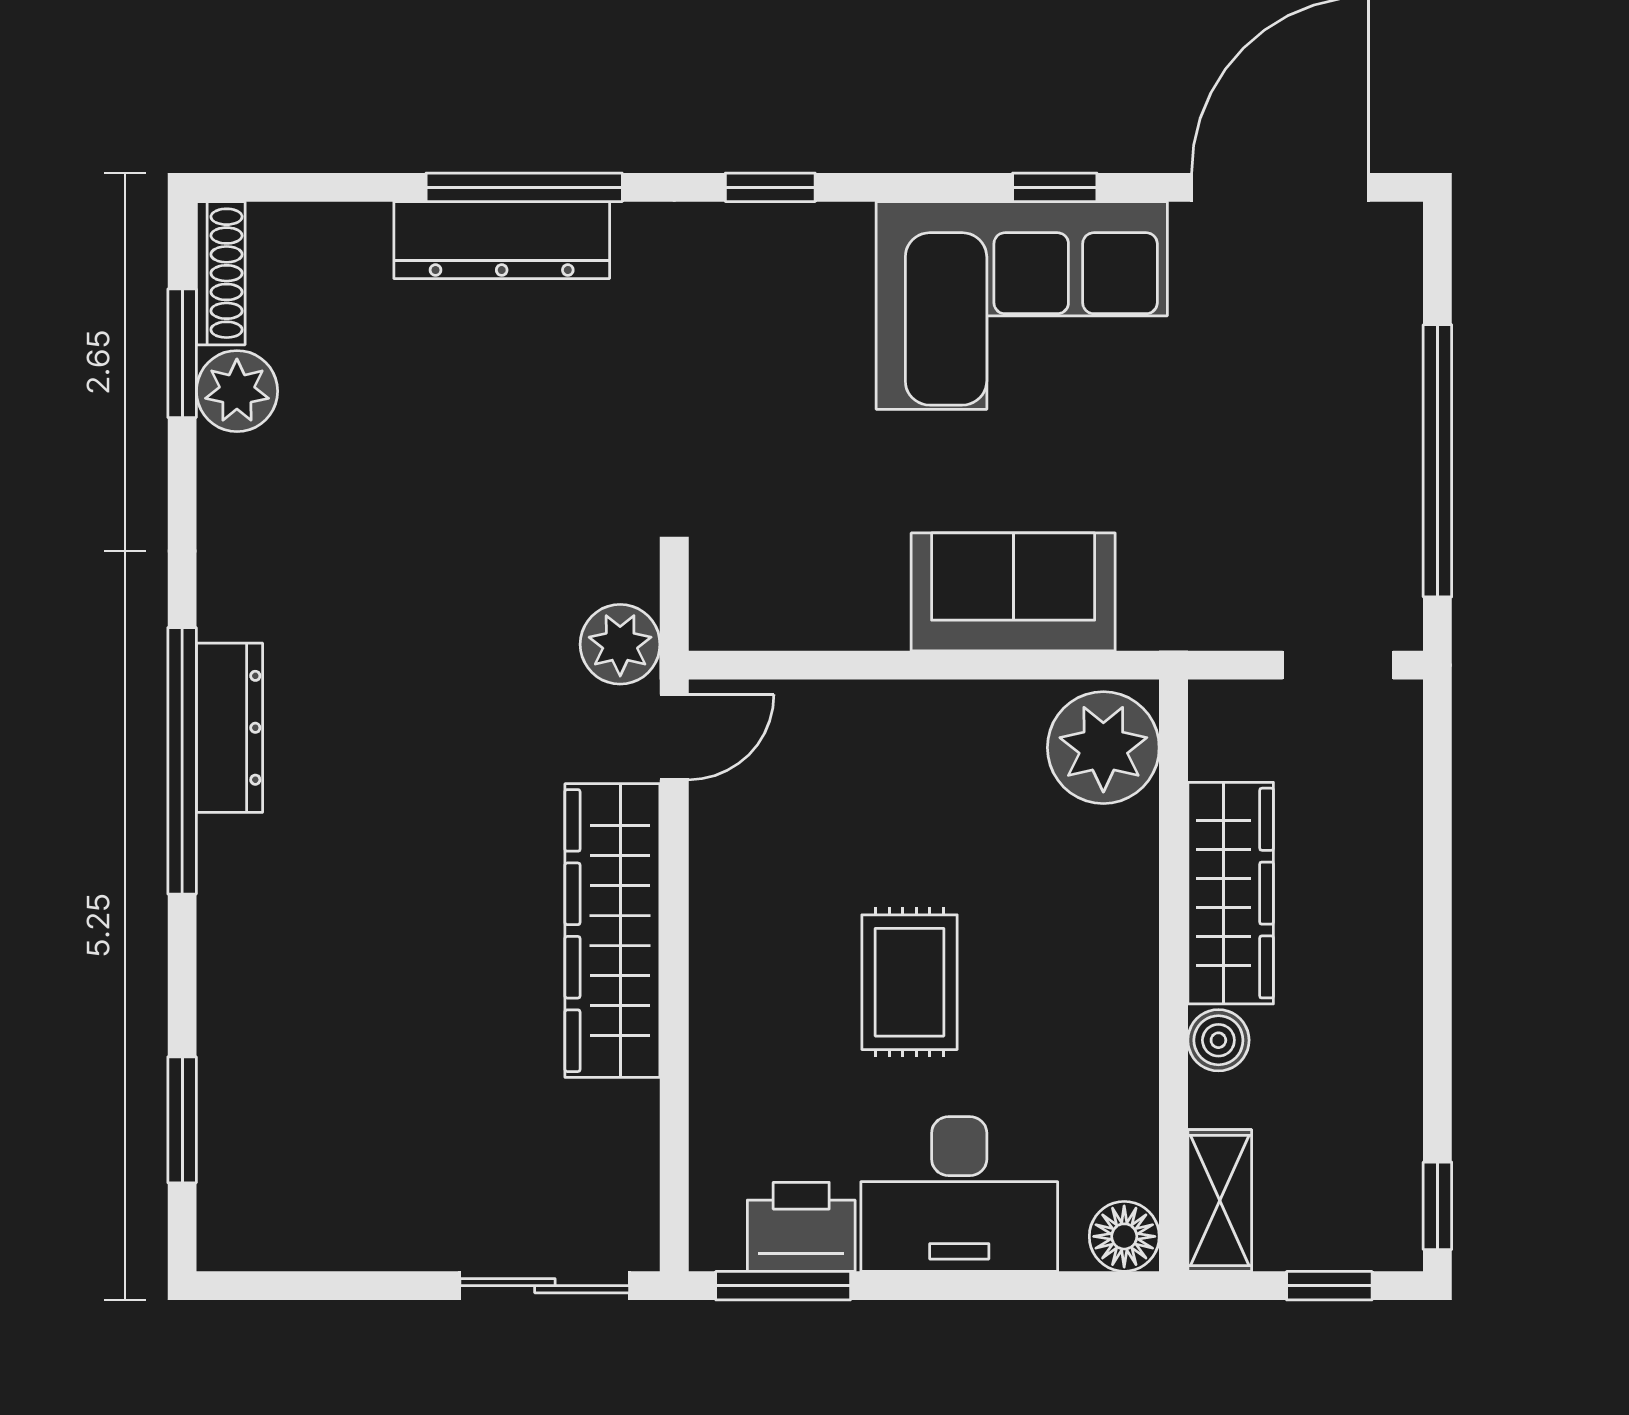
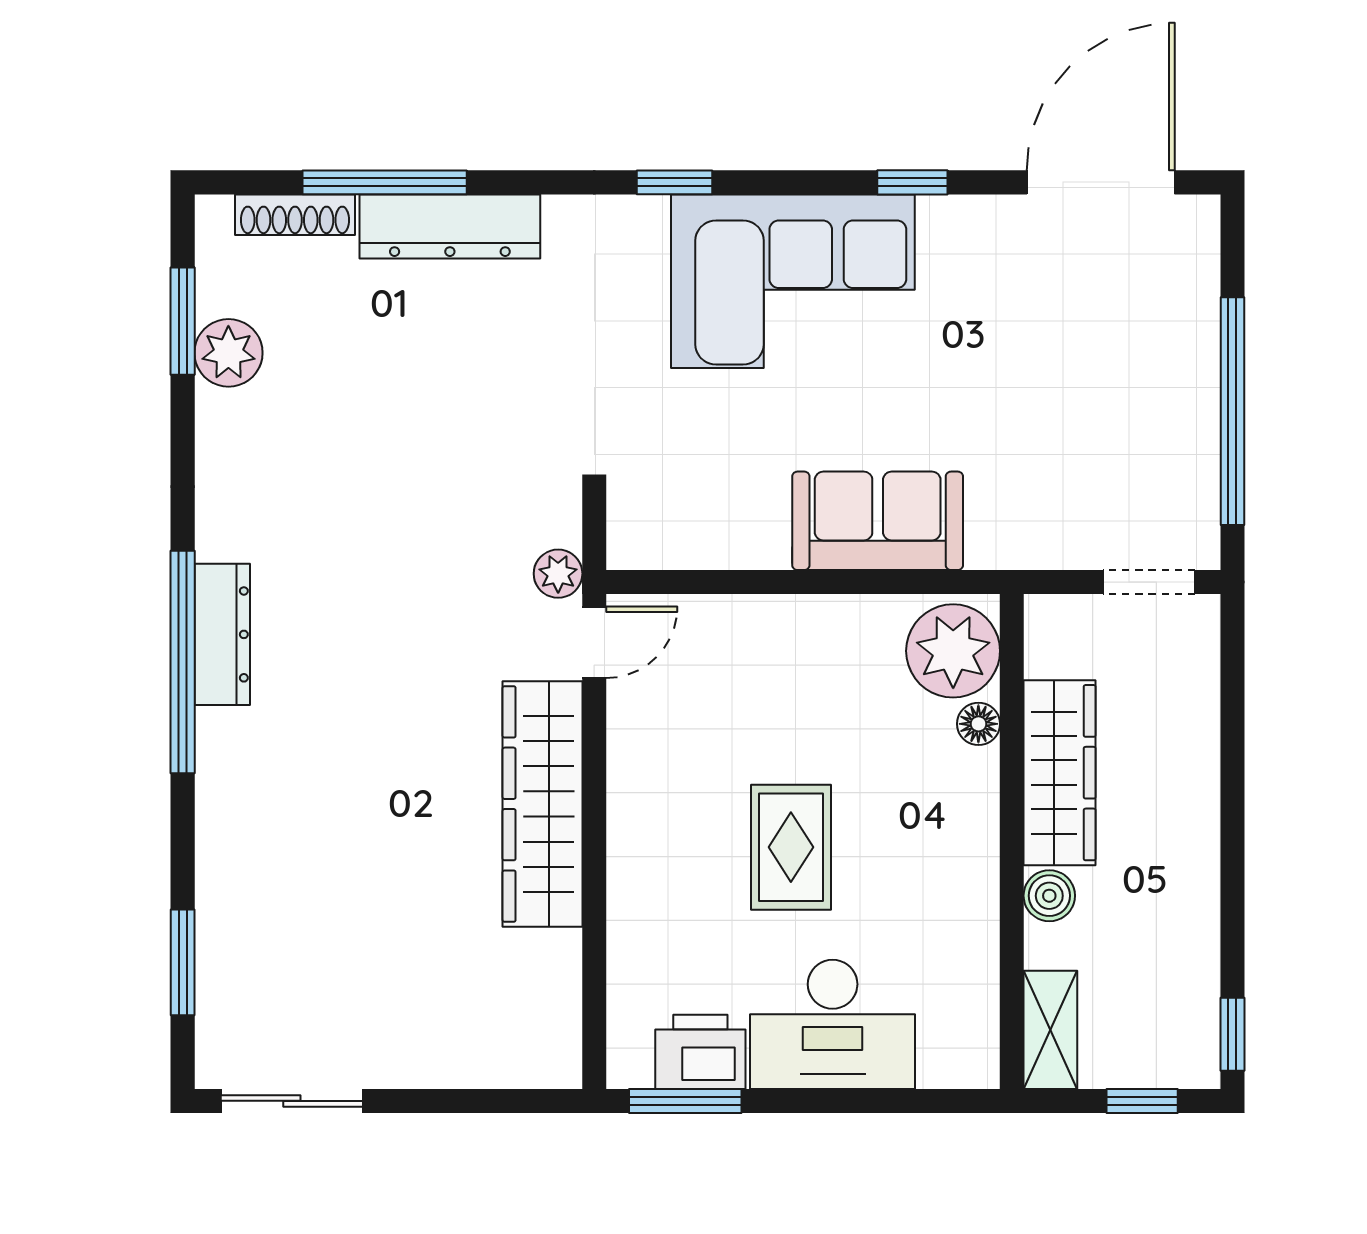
window: (524, 187) -> (385, 182), moved
shoe rack: (221, 273) -> (295, 215), moved, turned 90
corner sofa: (1022, 305) -> (793, 281), moved
plant: (620, 644) -> (558, 574), width x0.73, depth x0.73
floor lamp: (1124, 1236) -> (978, 724), moved, width x0.73, depth x0.73
sliding door: (545, 1286) -> (292, 1101), moved

